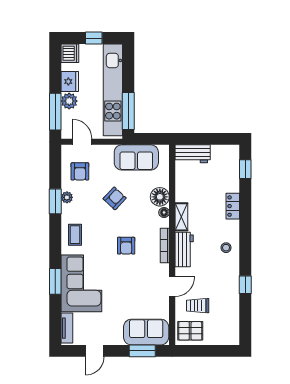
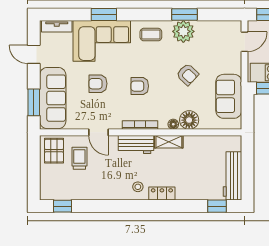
workbench: (193, 154) -> (232, 176), moved, width x1.38
armchair: (80, 171) -> (98, 84), moved
plant: (67, 197) -> (183, 31), width x1.88, depth x1.88
locker: (233, 206) -> (162, 194), moved
window: (245, 285) -> (63, 206), moved
sofa: (146, 332) -> (53, 98), width x1.36

